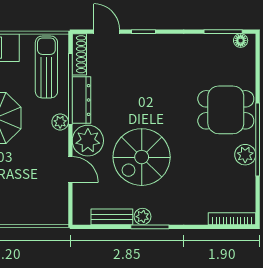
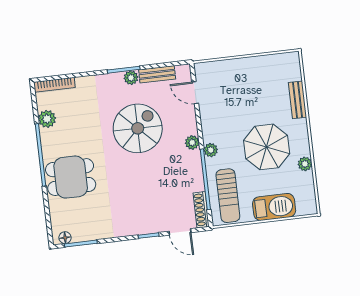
dresser: (81, 100) -> (195, 171), removed
plant: (88, 141) -> (192, 142), width x0.53, depth x0.53
plant: (245, 155) -> (47, 119), moved
door: (70, 169) -> (195, 93), moved

